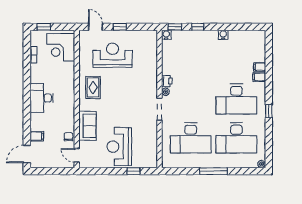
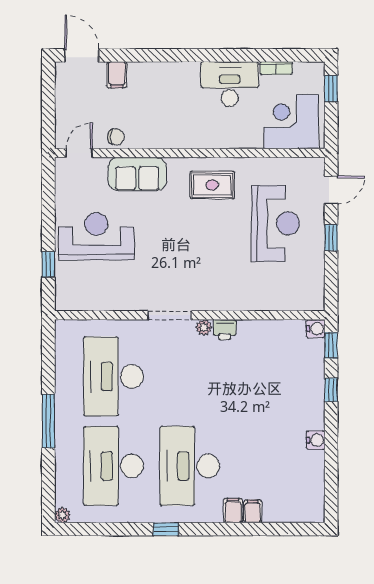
desk: (42, 98) -> (230, 84), moved

